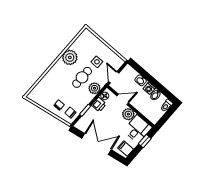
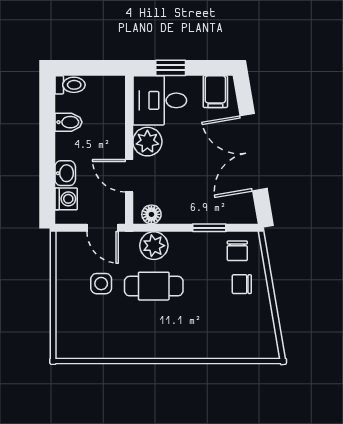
plant: (70, 57) -> (137, 341), removed
door: (114, 77) -> (103, 228), hinge flipped
washing machine: (149, 88) -> (66, 199), moved
printer: (99, 105) -> (177, 211), removed

